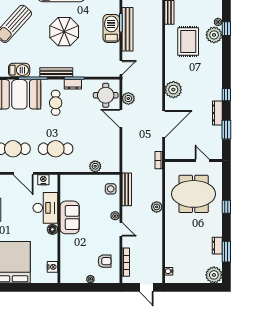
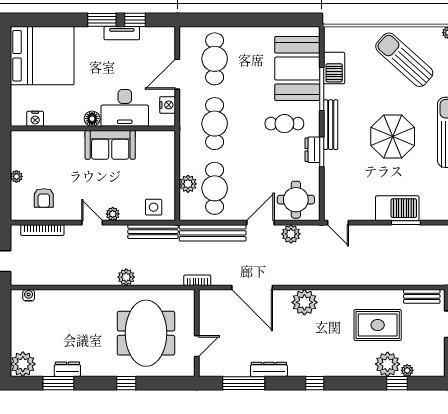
bench: (128, 29) -> (213, 233), moved
window: (226, 95) -> (315, 383), moved
window: (226, 130) -> (244, 383), width x1.44
cafe table: (98, 149) -> (215, 188), added
door: (121, 229) -> (92, 223), swing flipped

